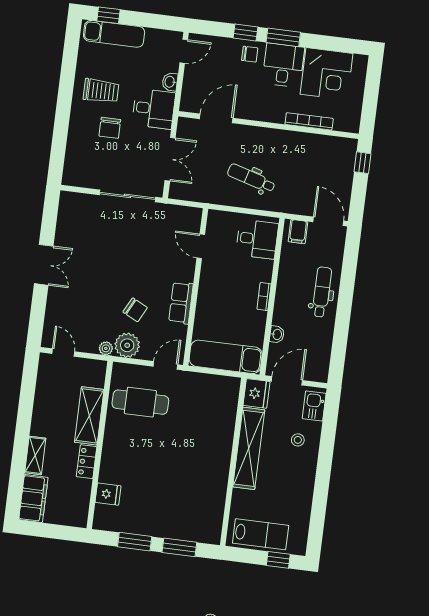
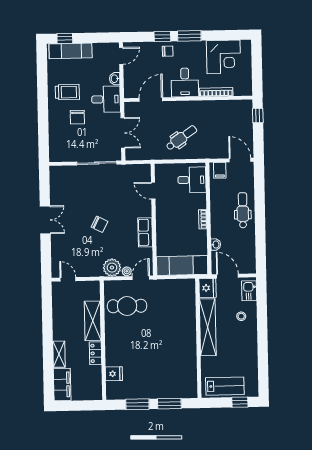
desk: (283, 65) -> (185, 82), moved, turned 180
dental chair: (251, 178) -> (181, 138), turned 129
chair: (135, 310) -> (100, 224), moved
plant: (106, 348) -> (127, 271), moved
door: (287, 381) -> (227, 276), hinge flipped

